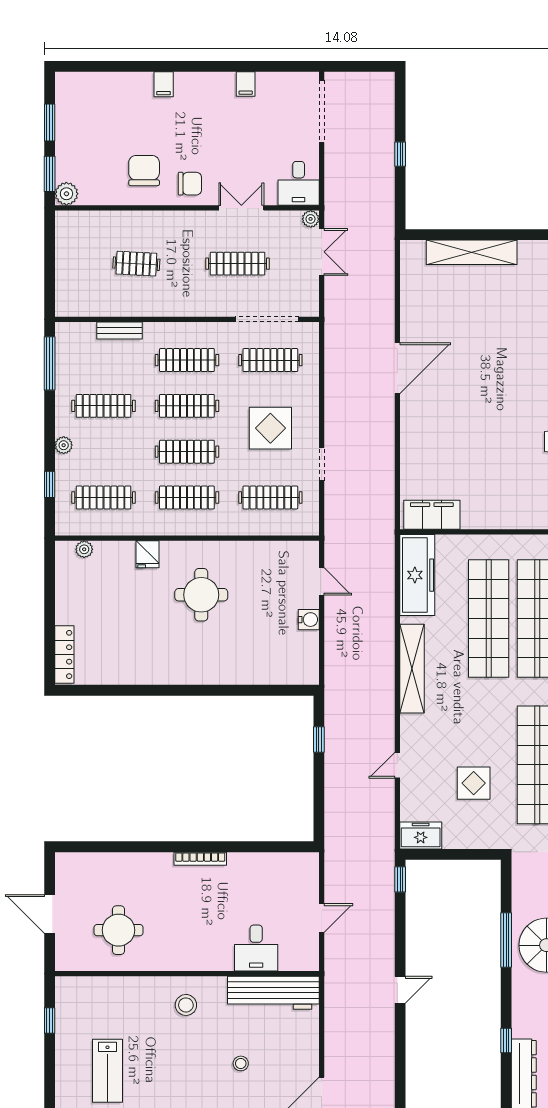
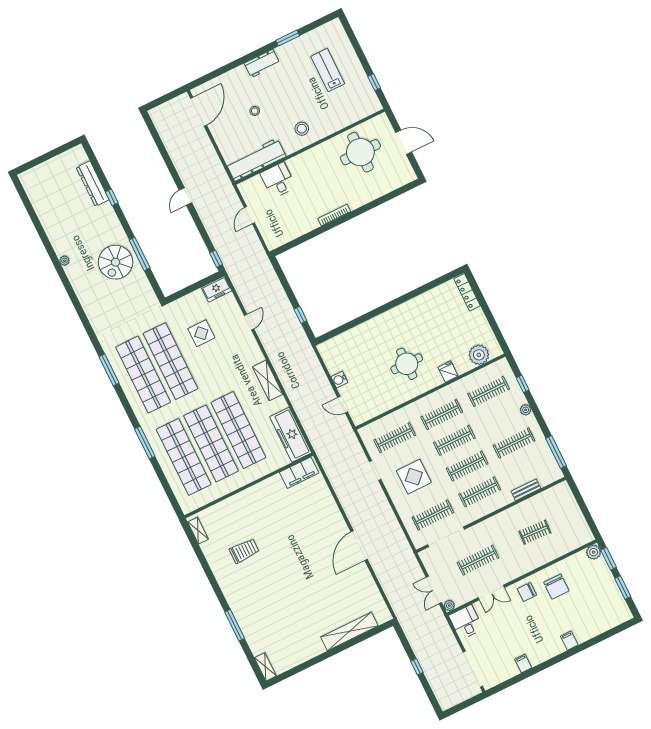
plant: (84, 549) -> (479, 355), width x1.87, depth x1.87
shelving: (412, 669) -> (268, 381), width x0.68
round table: (119, 930) -> (360, 152), width x1.36, depth x1.36

